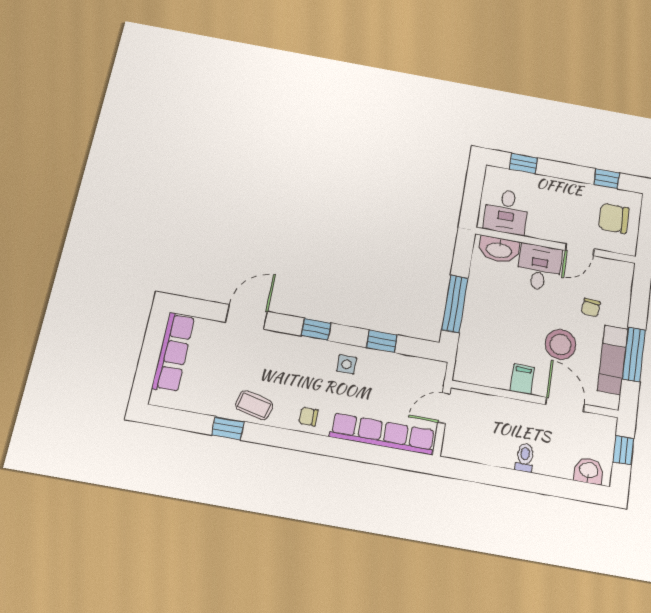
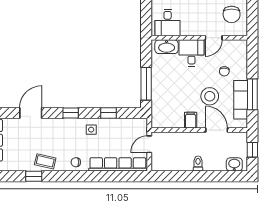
chair: (614, 218) -> (232, 14), turned -90

